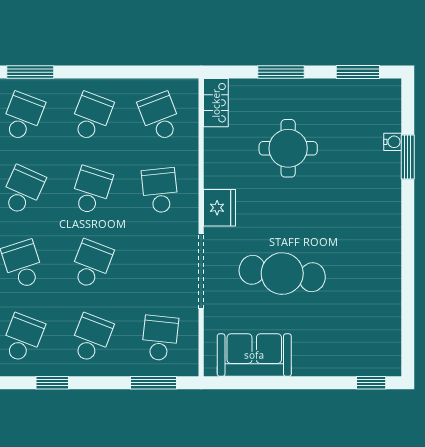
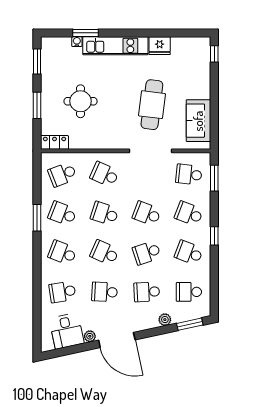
window: (30, 72) -> (37, 218), moved
school desk: (160, 190) -> (105, 174), turned 30
fridge: (220, 208) -> (160, 46), moved, turned 180
kitchen unit: (385, 209) -> (115, 46), added

